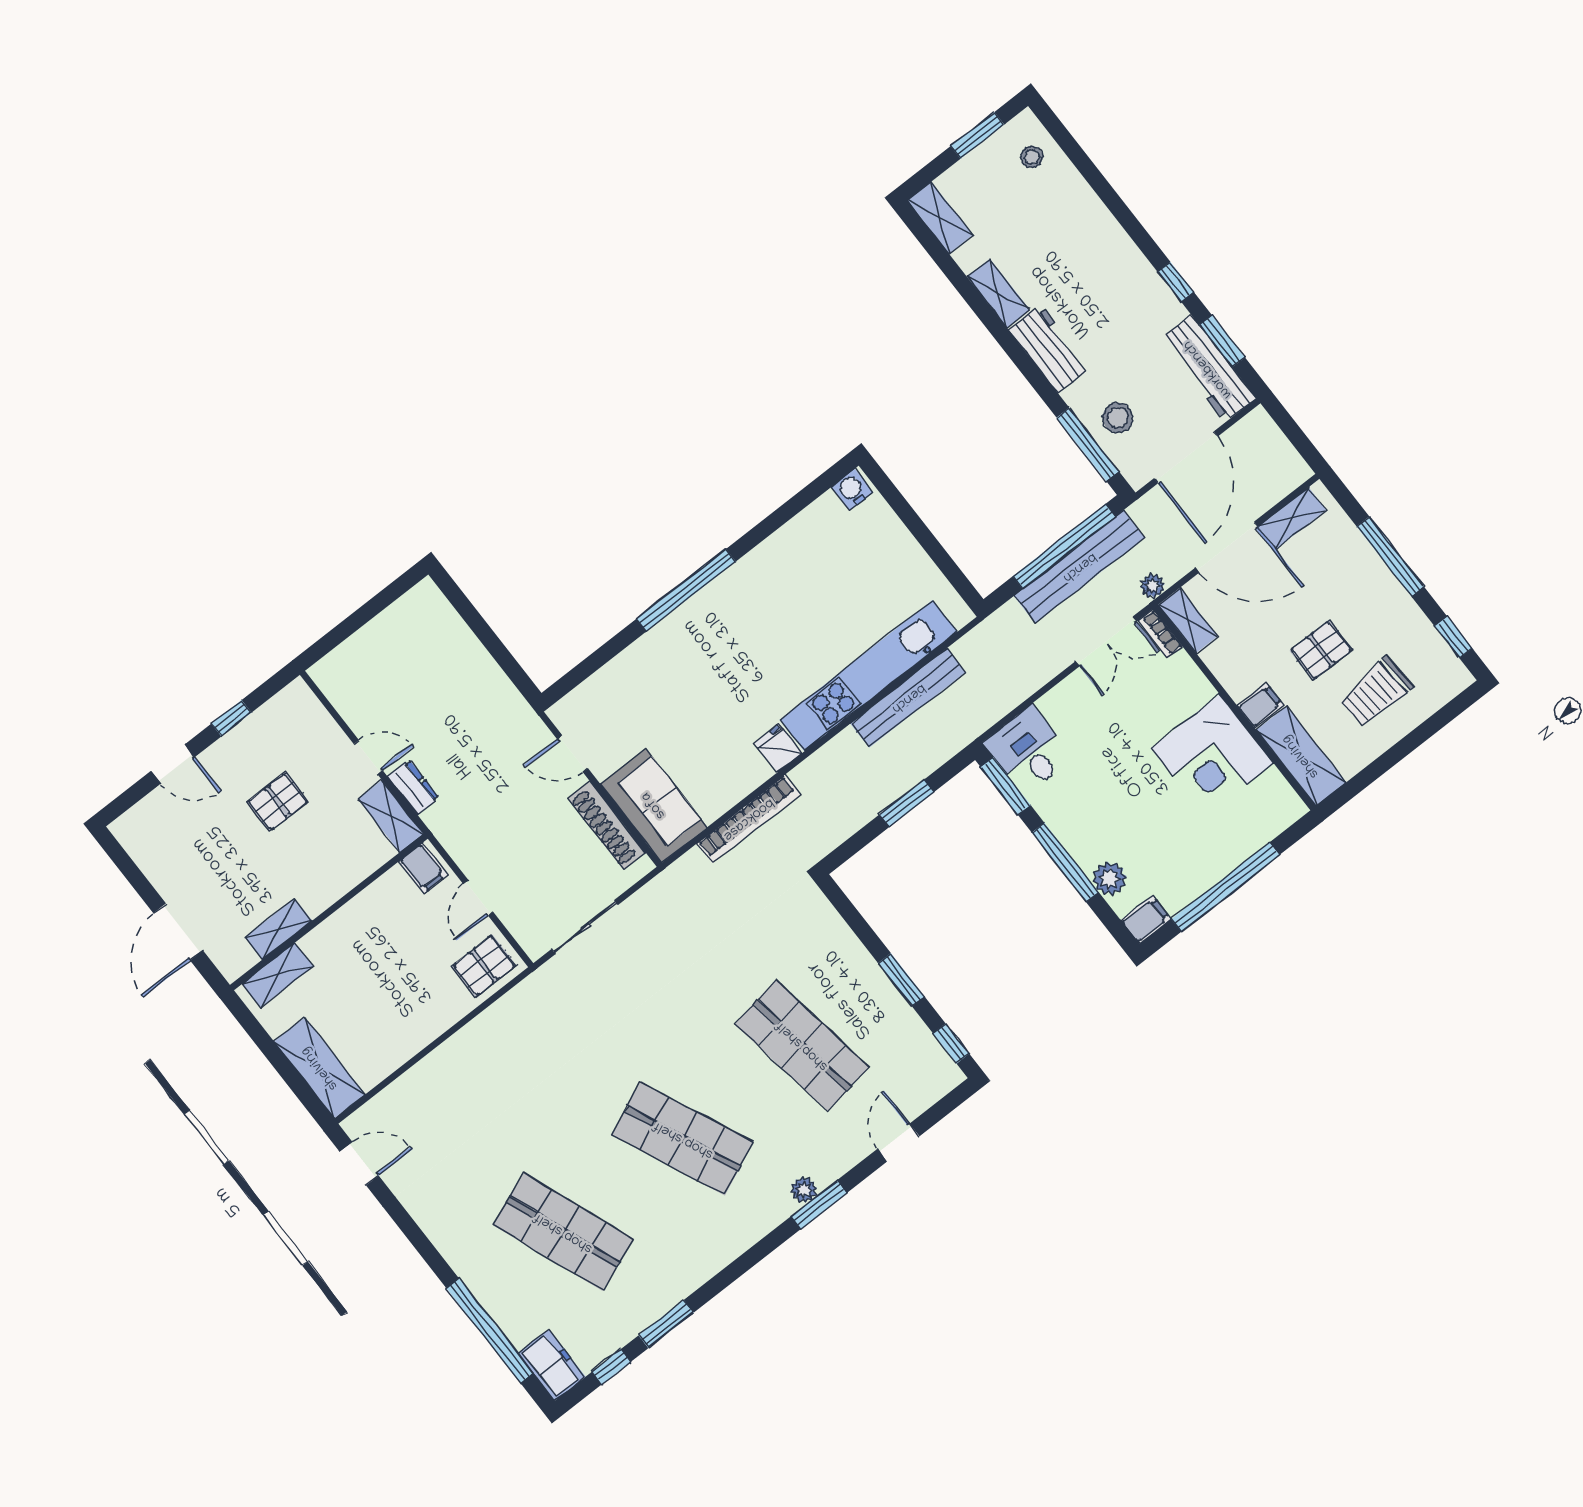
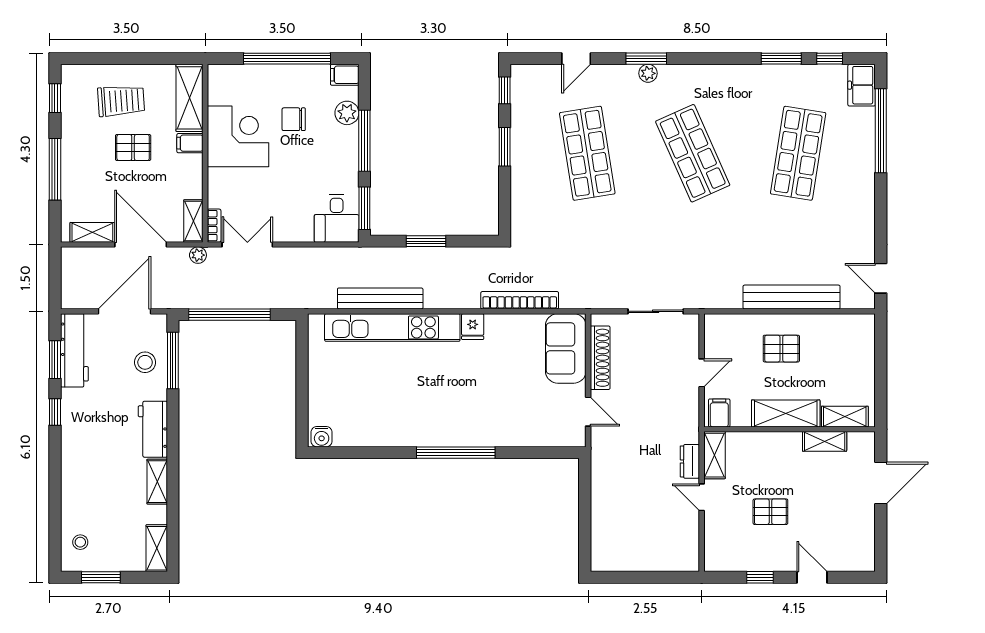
bench: (1079, 567) -> (792, 297), moved
chair: (1164, 824) -> (294, 119), added
pallet: (484, 966) -> (781, 349), moved
shelving: (320, 1068) -> (786, 413), moved, turned 90
shop shelf: (563, 1232) -> (798, 153), turned 30

